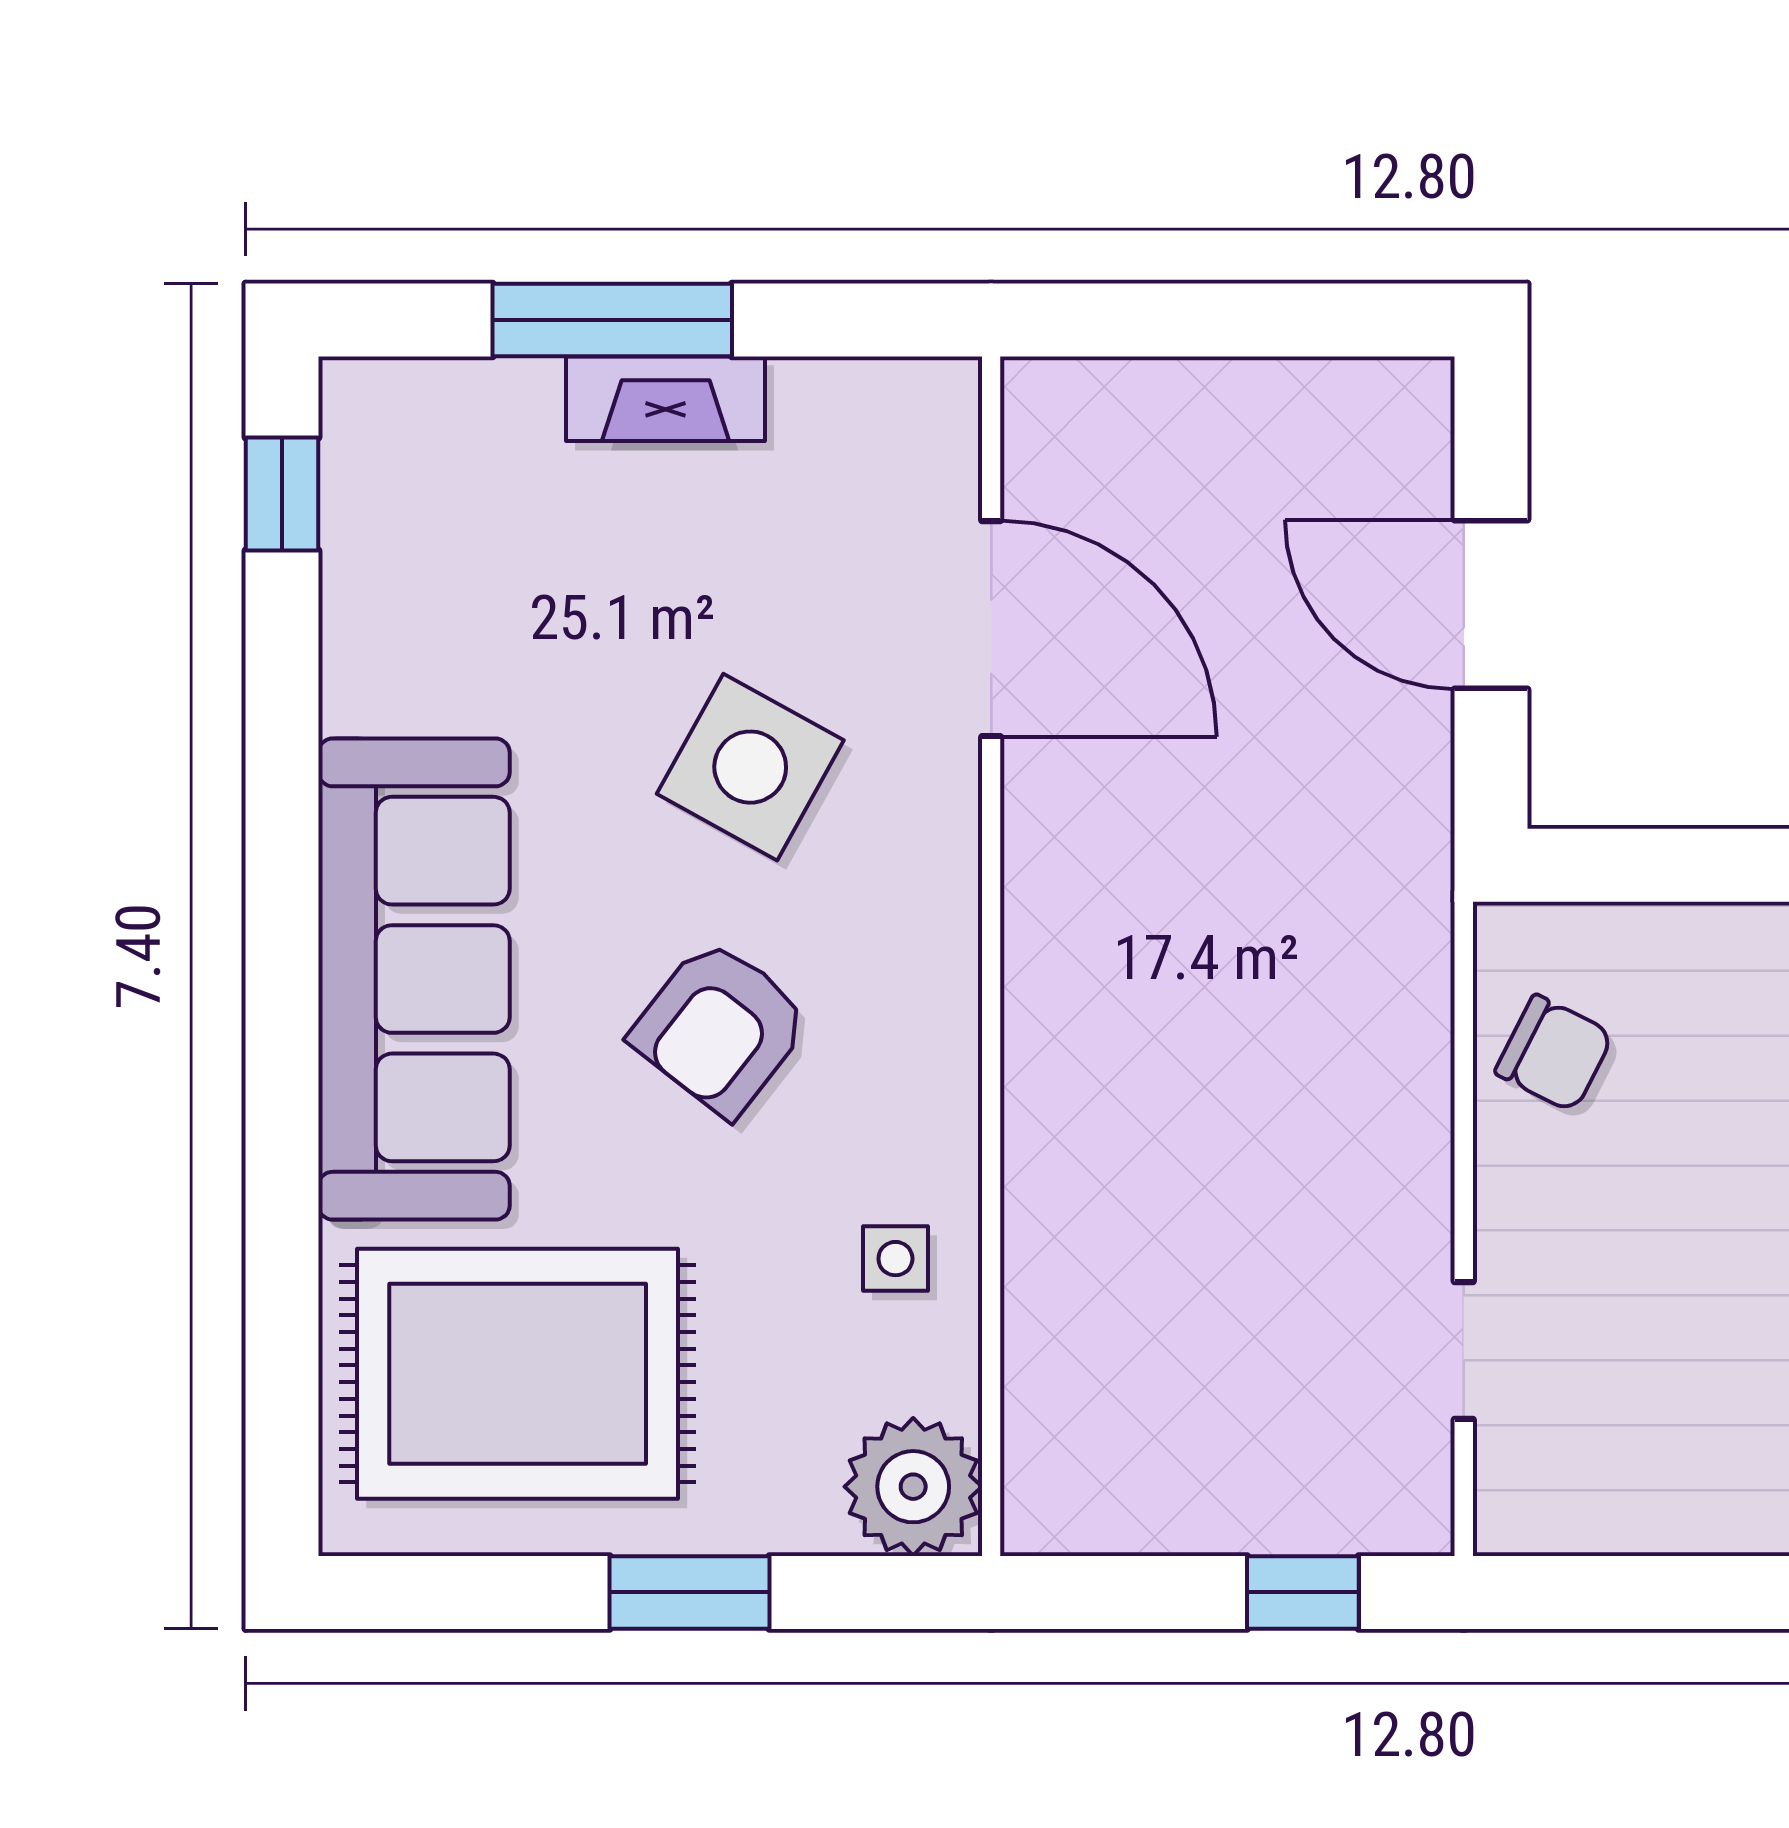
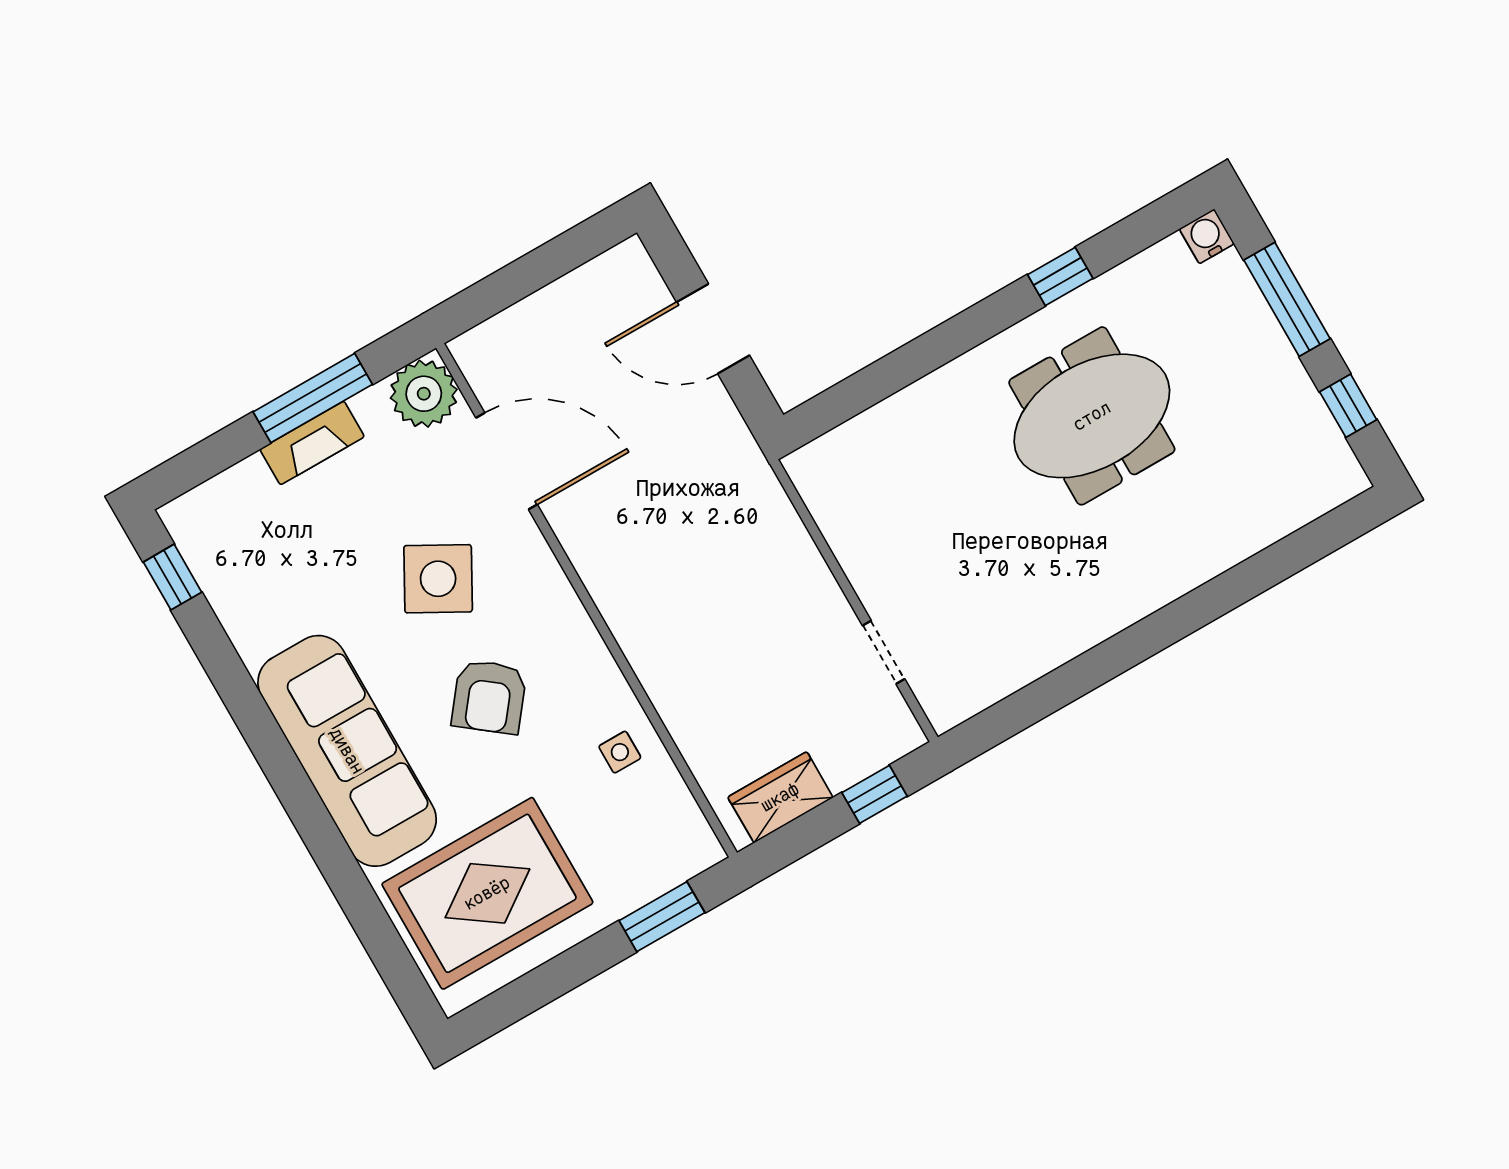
window: (612, 320) -> (313, 398), moved
chair: (1554, 1053) -> (849, 504), removed
plant: (913, 1487) -> (424, 394), moved
wardrobe: (1134, 1502) -> (780, 797), added
window: (689, 1592) -> (662, 917), moved

